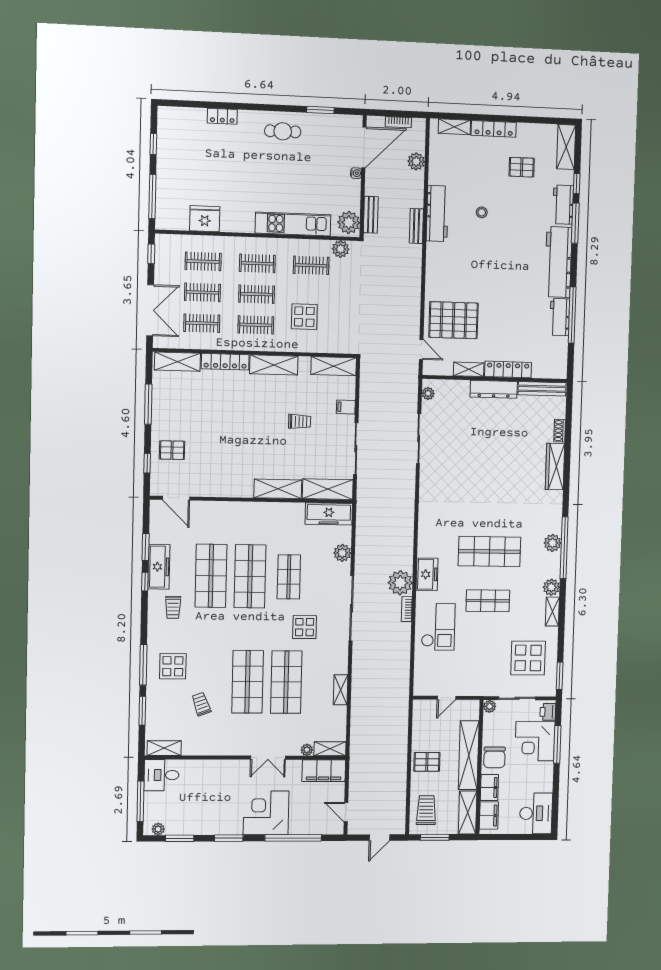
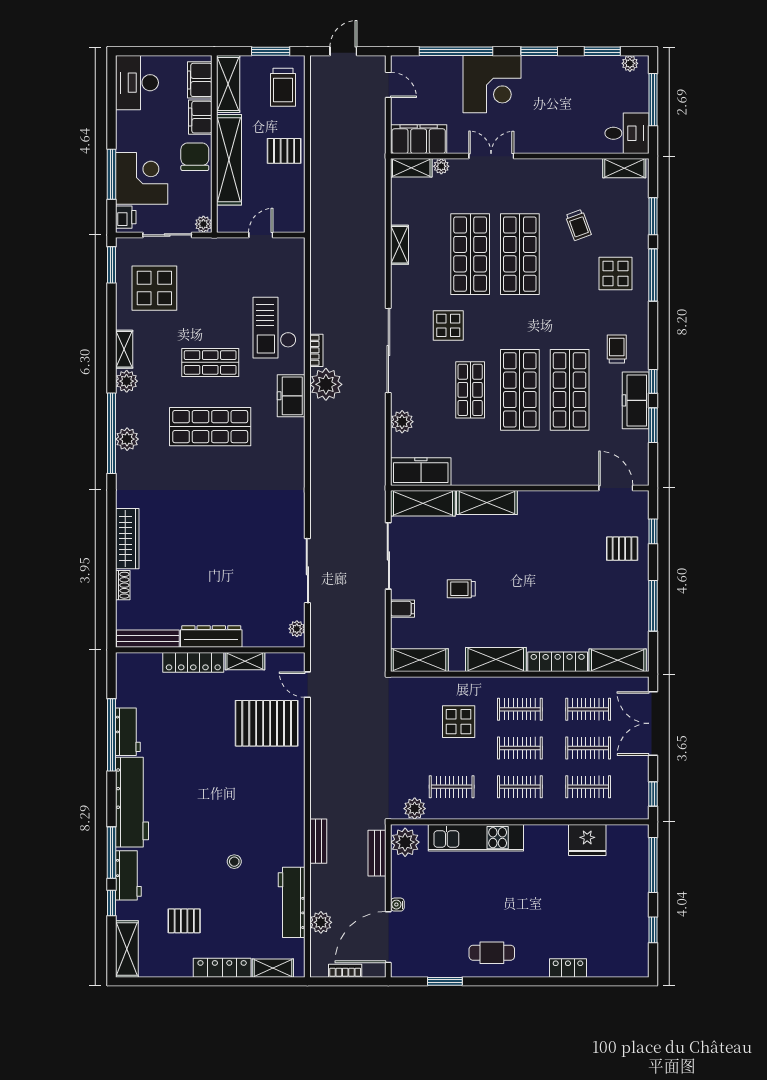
workbench: (437, 213) -> (292, 902), moved

